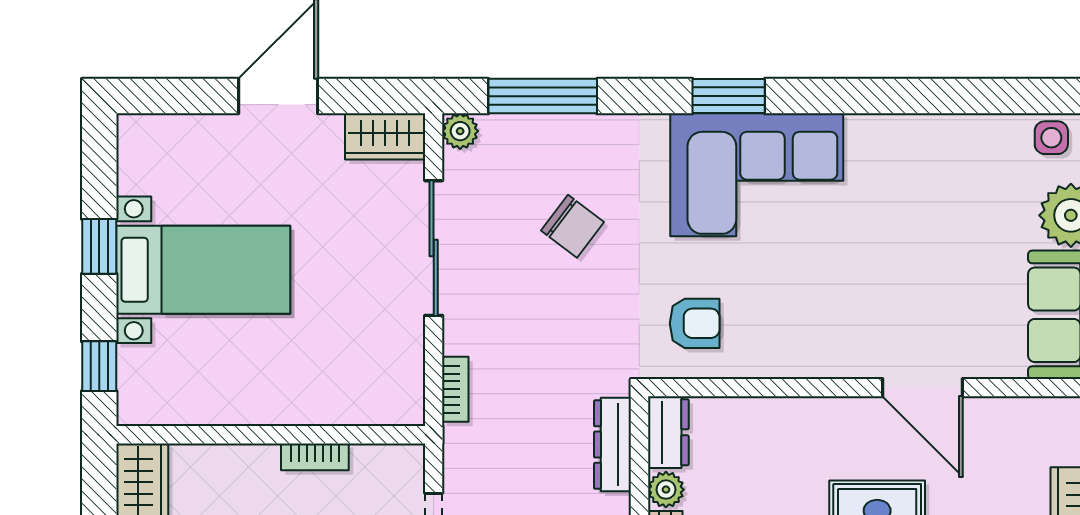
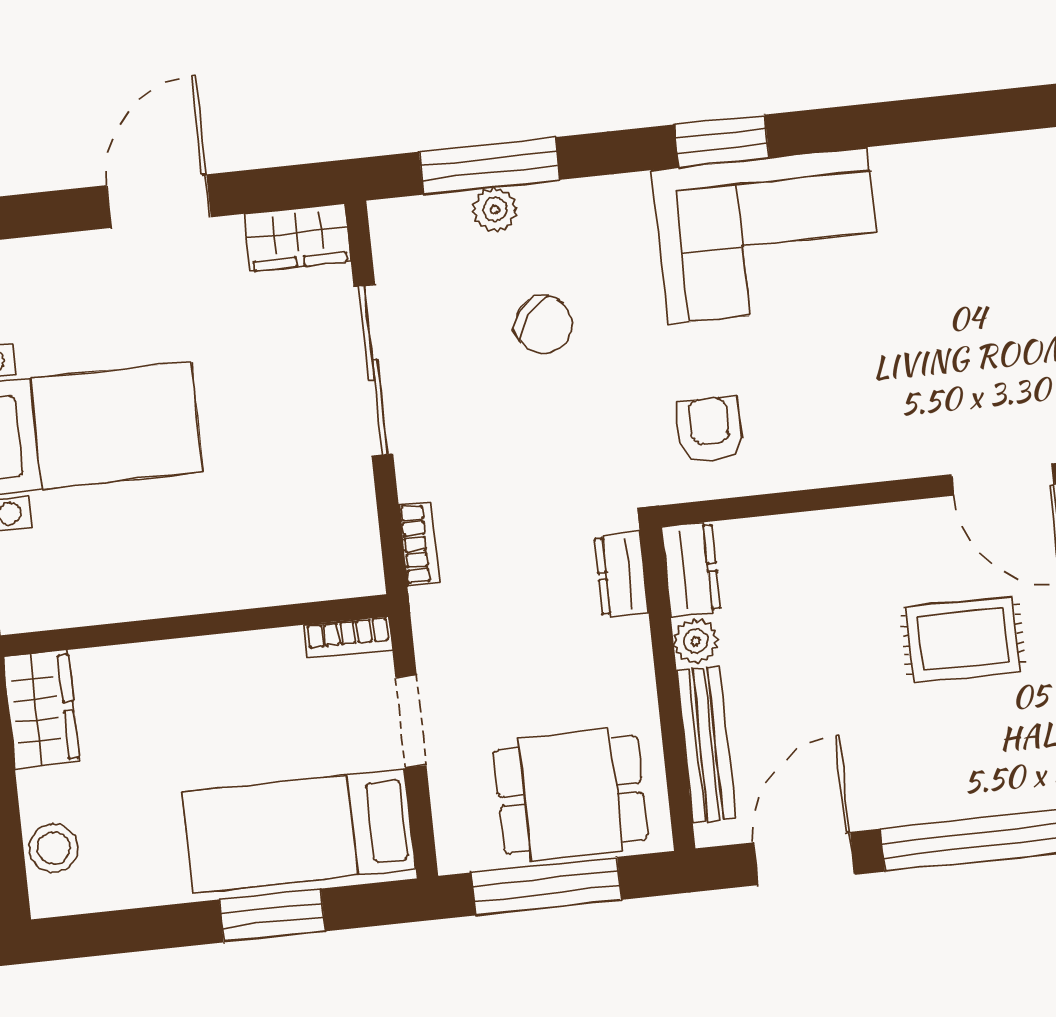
plant: (460, 131) -> (495, 210), moved
armchair: (695, 323) -> (710, 430), turned -90
dresser: (613, 445) -> (621, 574), width x0.70
bookcase: (315, 457) -> (348, 637), moved

